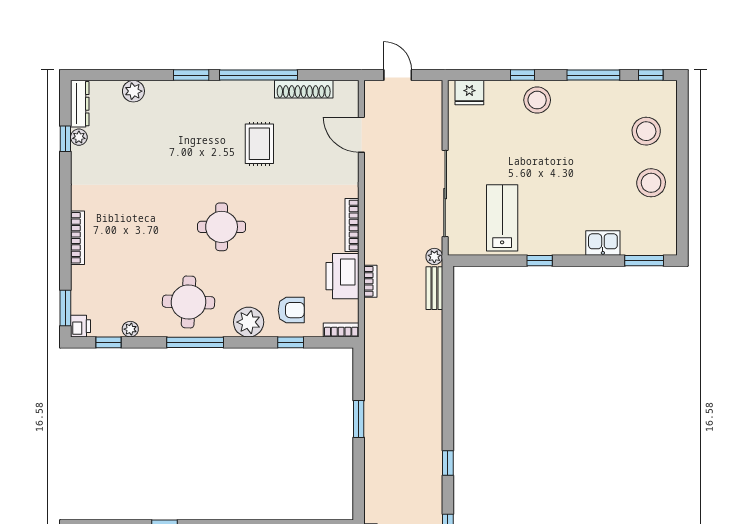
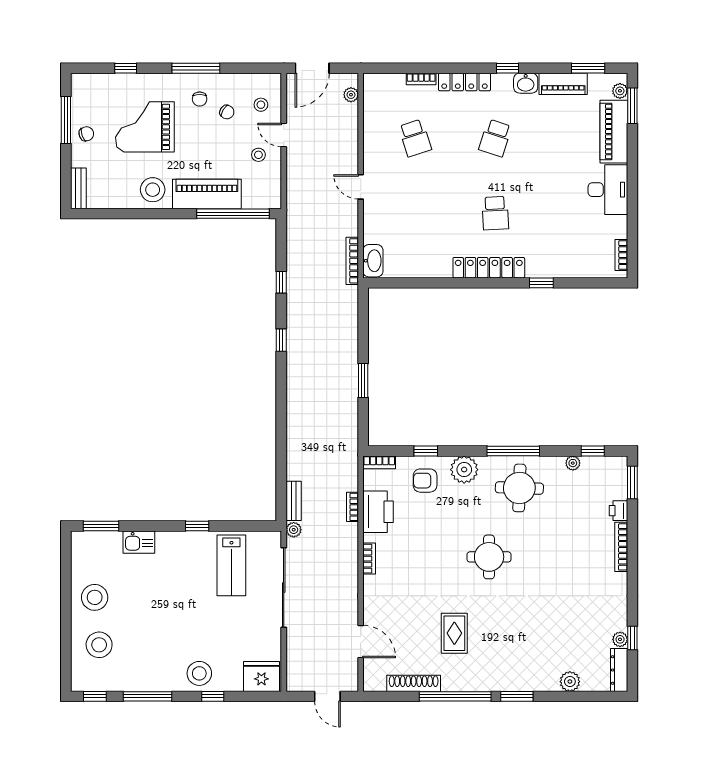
fridge: (469, 93) -> (261, 676), width x1.36, depth x1.34
bookcase: (352, 225) -> (369, 559), width x0.64
printer: (81, 326) -> (618, 511), moved

